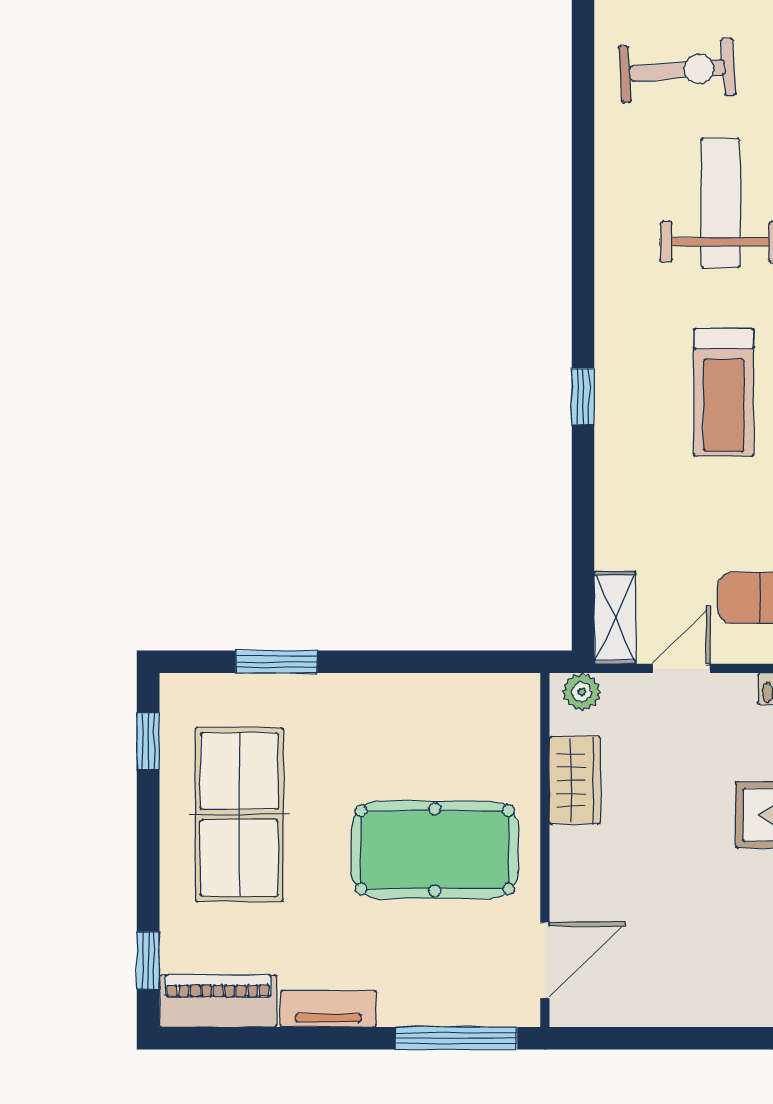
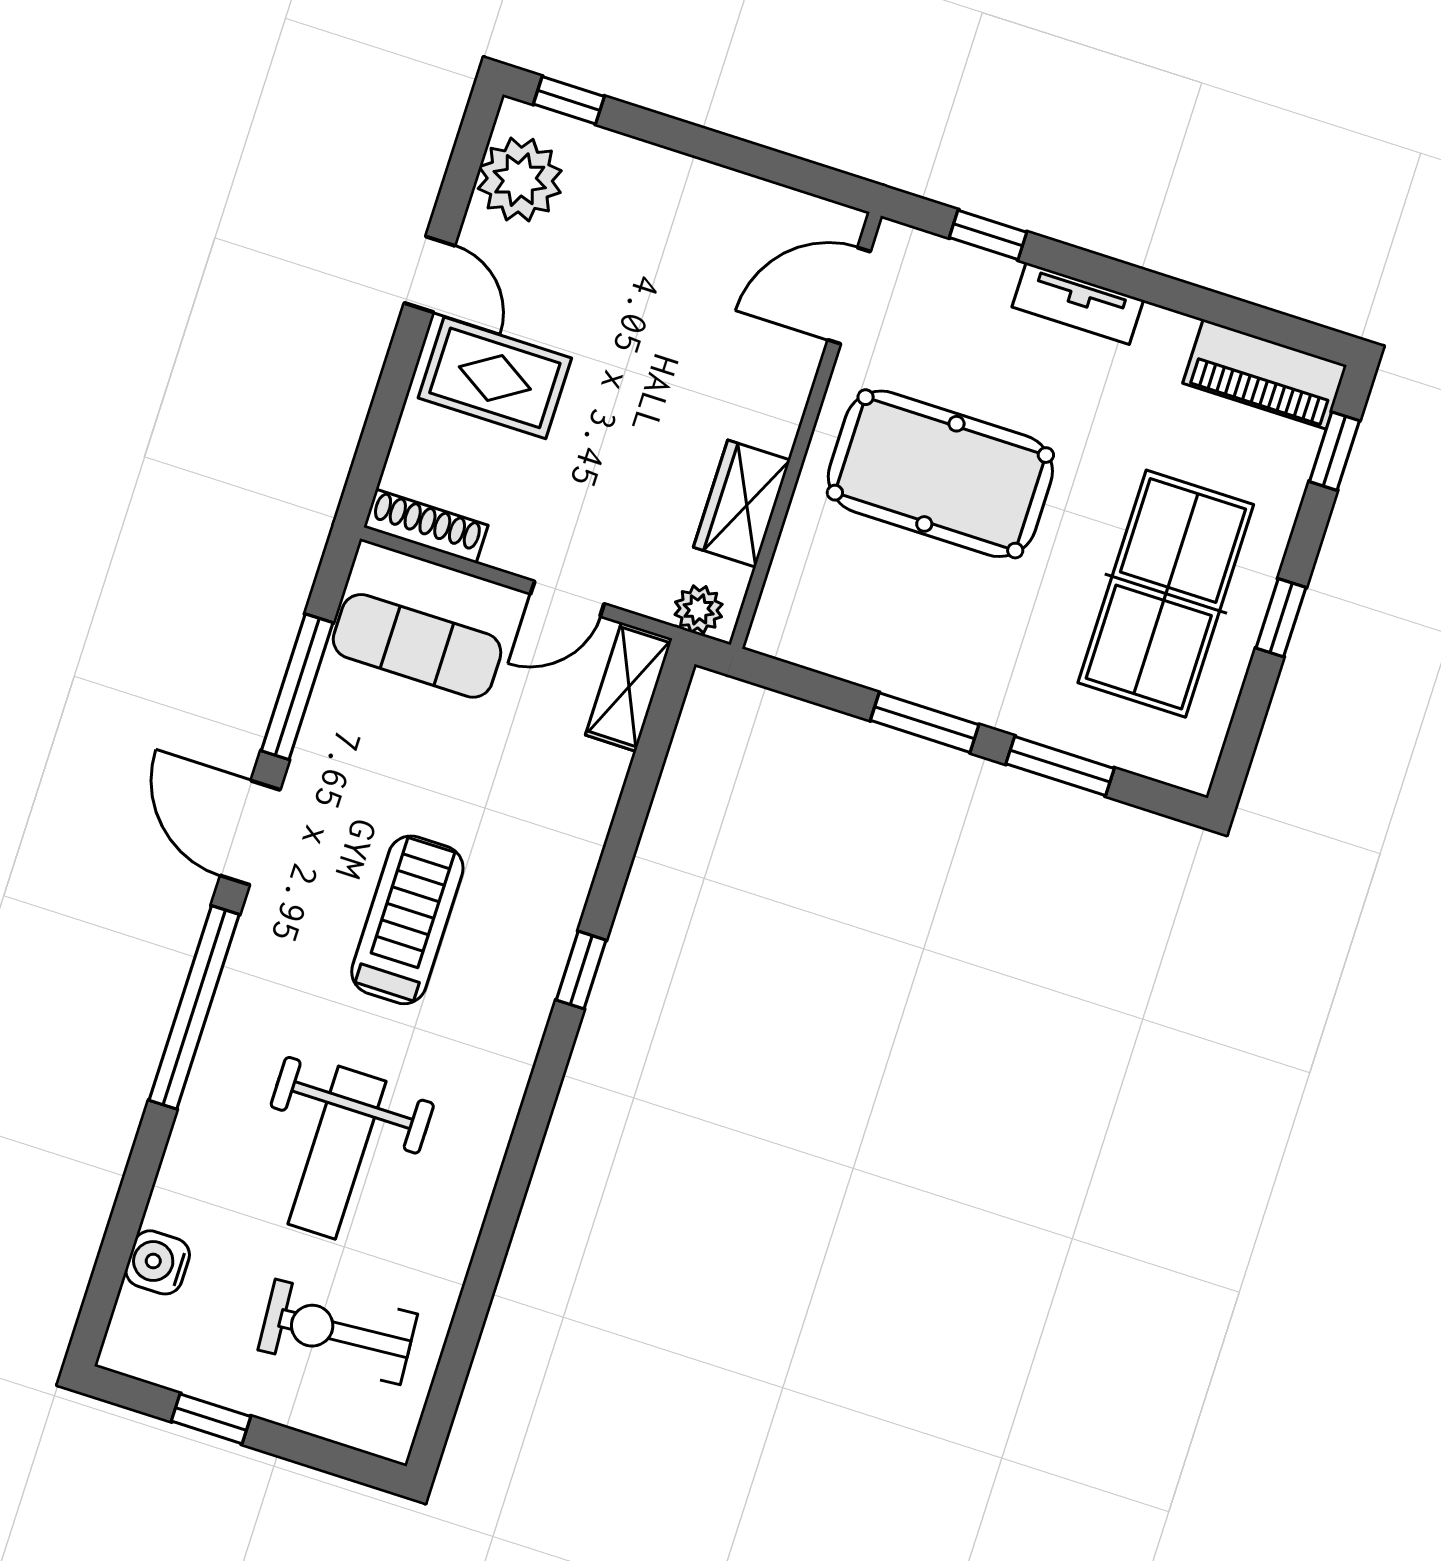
window: (387, 662) -> (925, 723), added
window: (148, 741) -> (1281, 618), moved
tv unit: (328, 1009) -> (1078, 303), moved
window: (456, 1038) -> (988, 235), width x0.46

